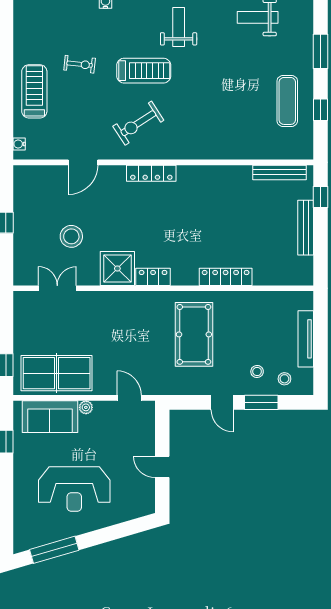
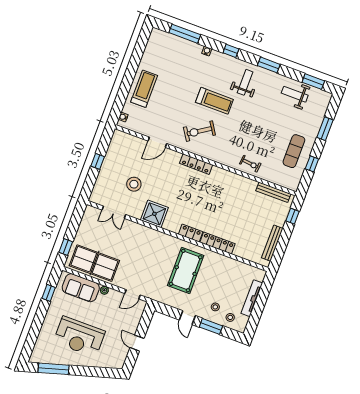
exercise bike: (80, 64) -> (250, 164), moved
bench: (306, 228) -> (272, 243), moved
locker: (153, 277) -> (191, 233), moved
double door: (57, 288) -> (114, 212), swing flipped
door: (129, 398) -> (133, 294), swing flipped

